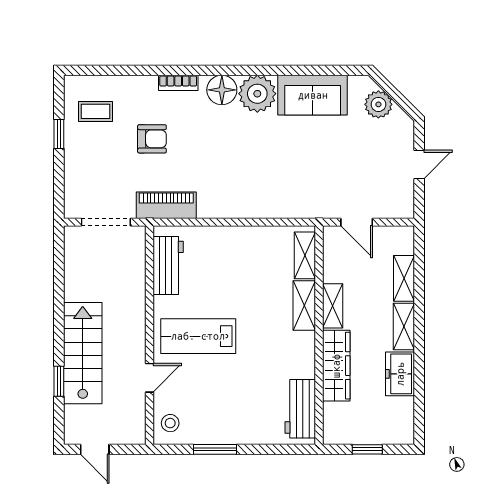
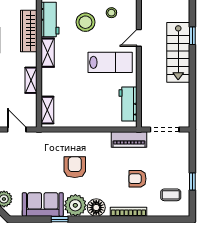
window: (284, 70) -> (60, 219), added
bookcase: (178, 83) -> (128, 212), width x1.56
armchair: (258, 158) -> (75, 167), added
shelving: (304, 306) -> (48, 53), moved
wardrobe: (336, 366) -> (29, 31), moved
stool: (240, 404) -> (85, 22), added
stool: (170, 423) -> (111, 13), moved

